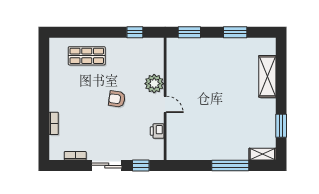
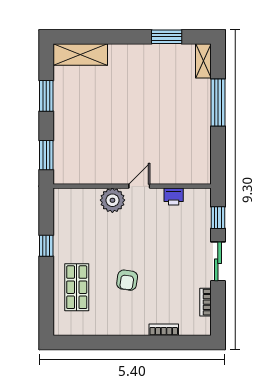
window: (135, 32) -> (46, 246), moved
shelving: (267, 76) -> (80, 54), moved
armchair: (117, 99) -> (127, 280), moved

